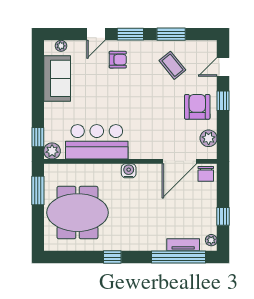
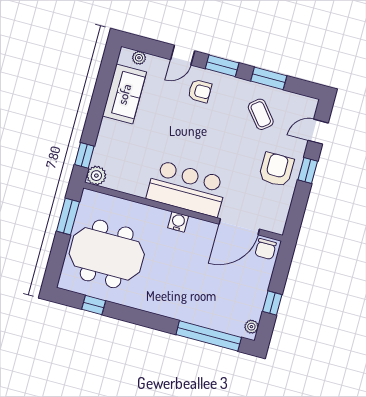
plant: (209, 138) -> (280, 209), removed
bar counter: (97, 142) -> (187, 189), moved
tv unit: (183, 245) -> (218, 323), removed
window: (112, 257) -> (94, 305), moved

